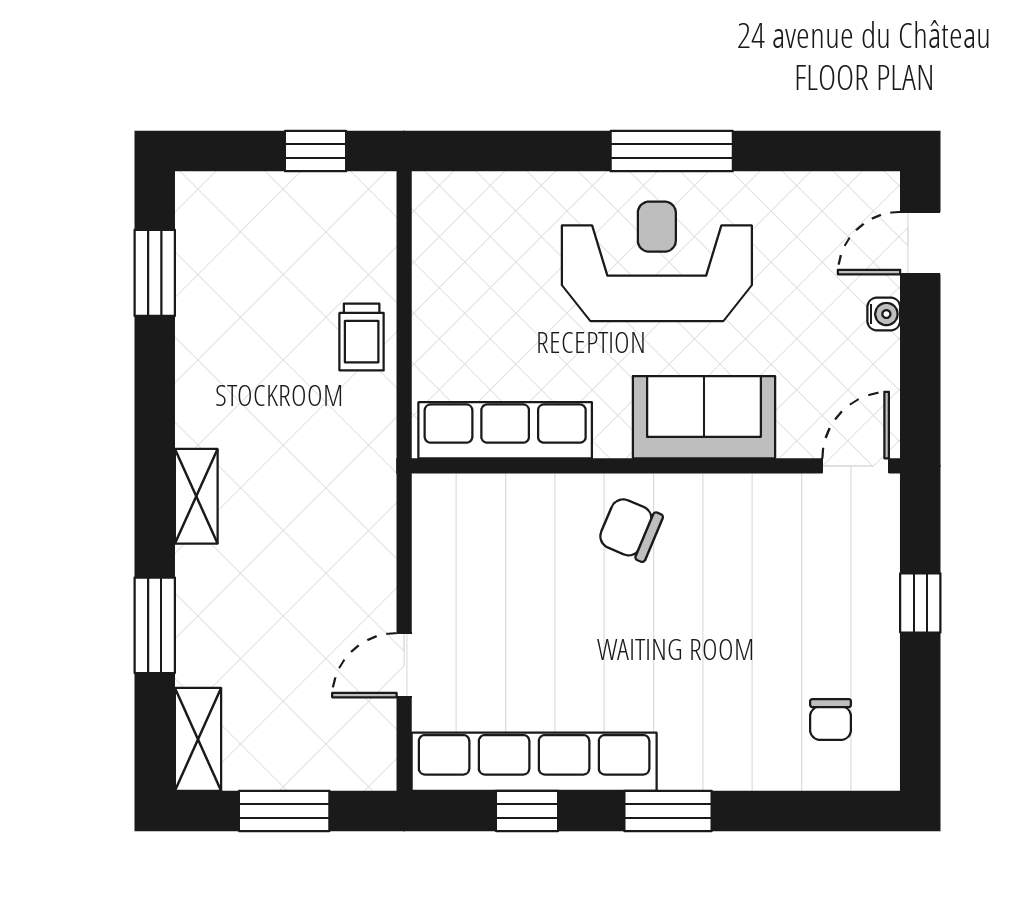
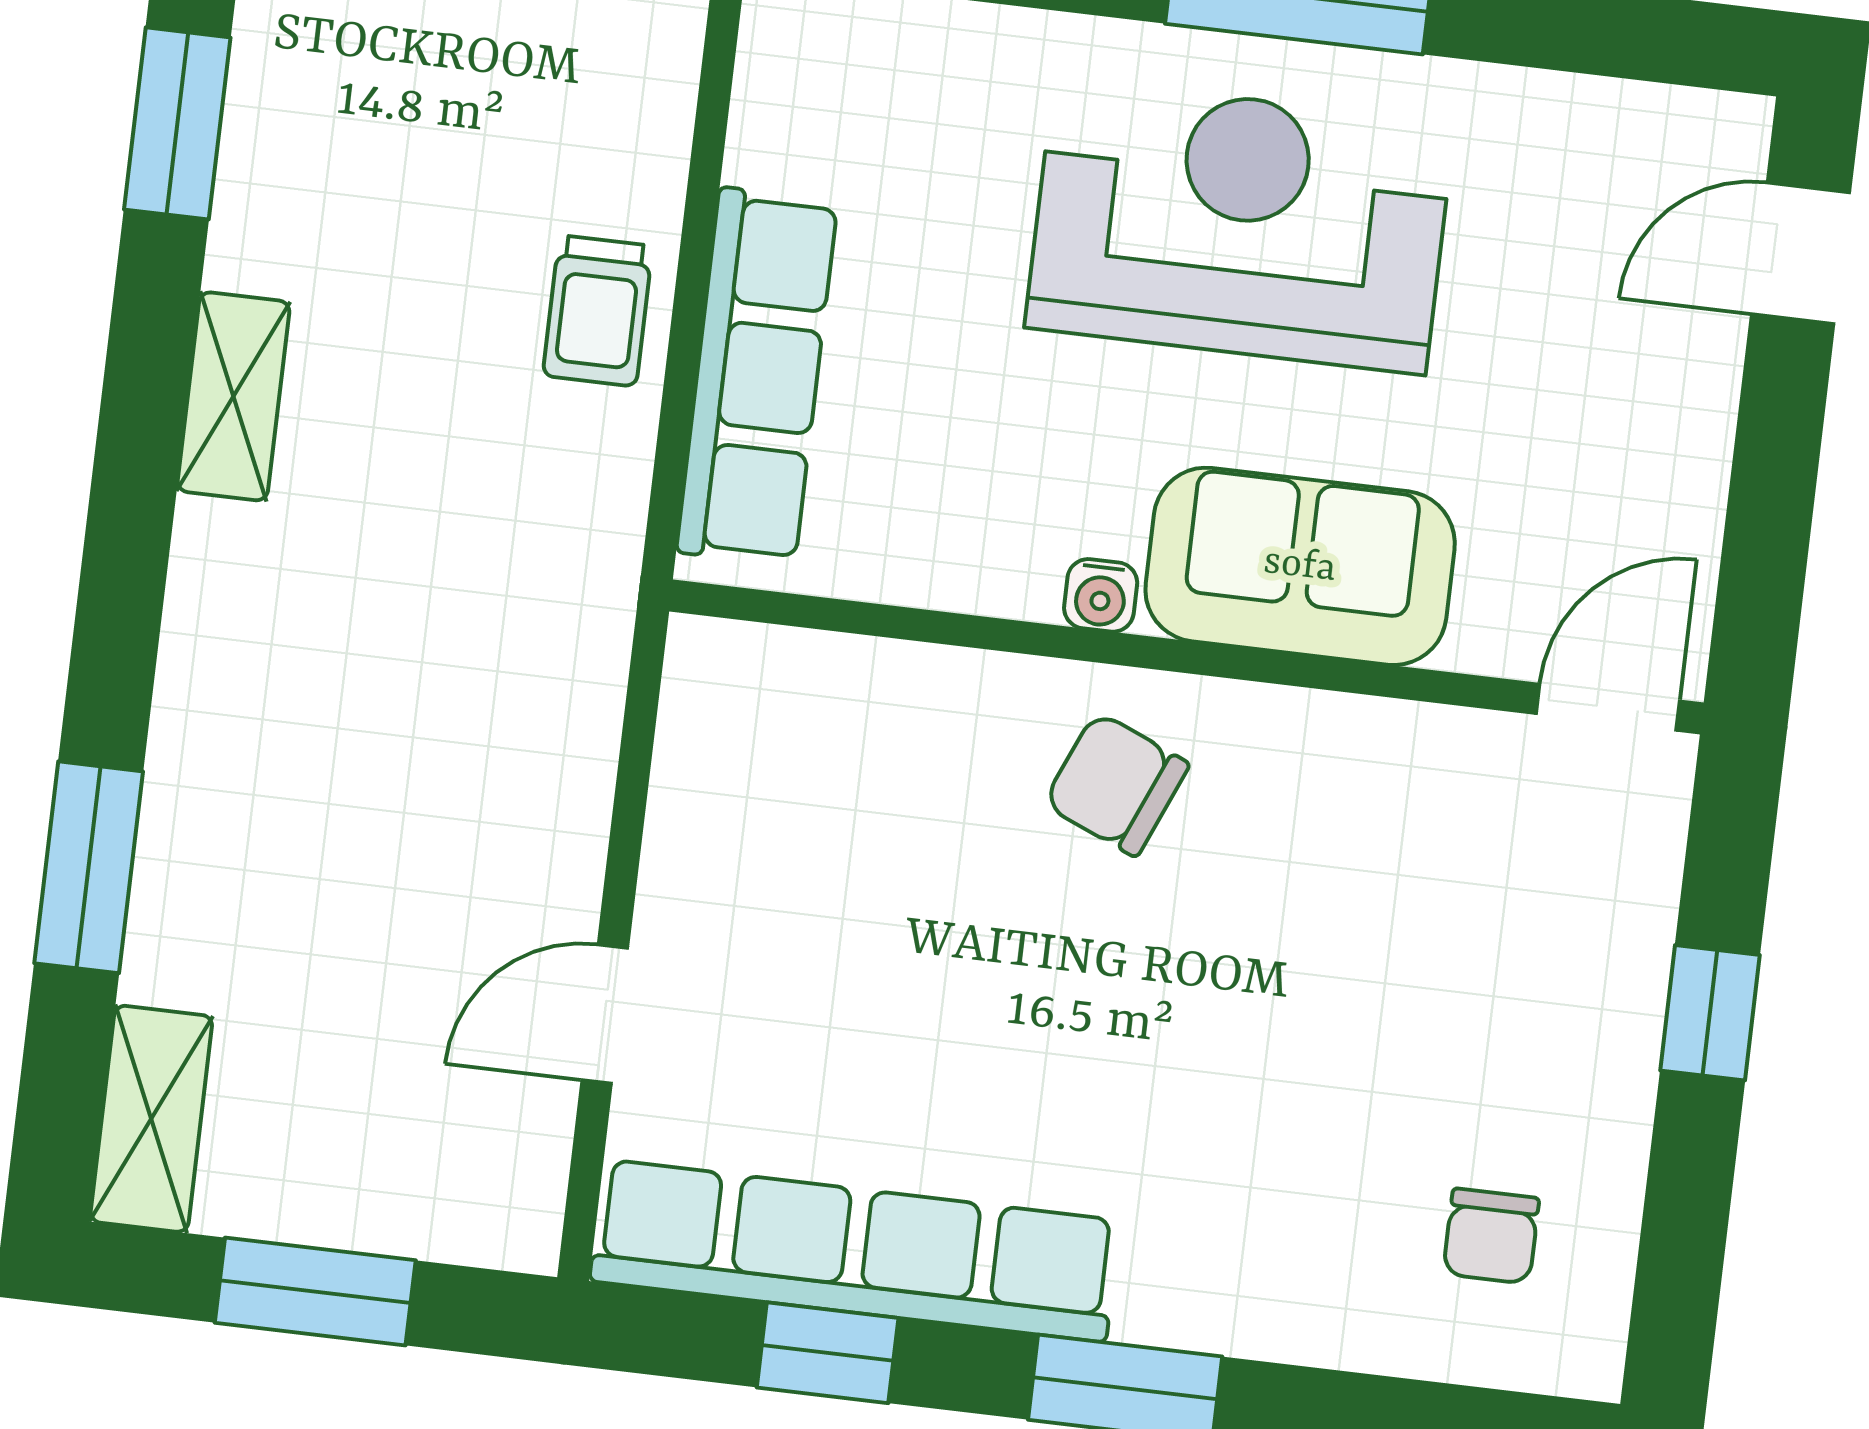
water cooler: (884, 314) -> (1101, 595), moved, turned 90
row of seats: (505, 430) -> (757, 376), moved, turned 90
shelving: (196, 496) -> (234, 396), moved

